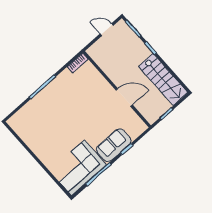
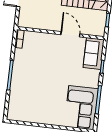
door: (124, 98) -> (70, 34), hinge flipped
sofa: (114, 145) -> (94, 54), moved

